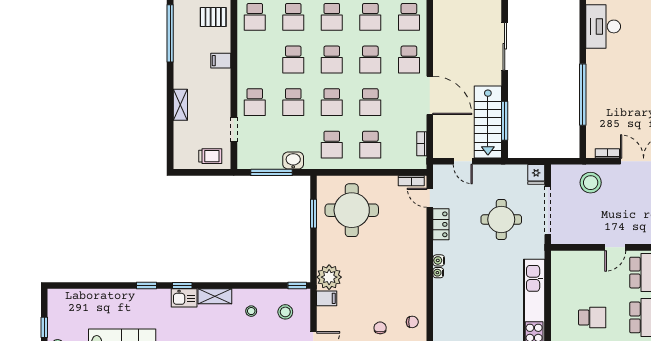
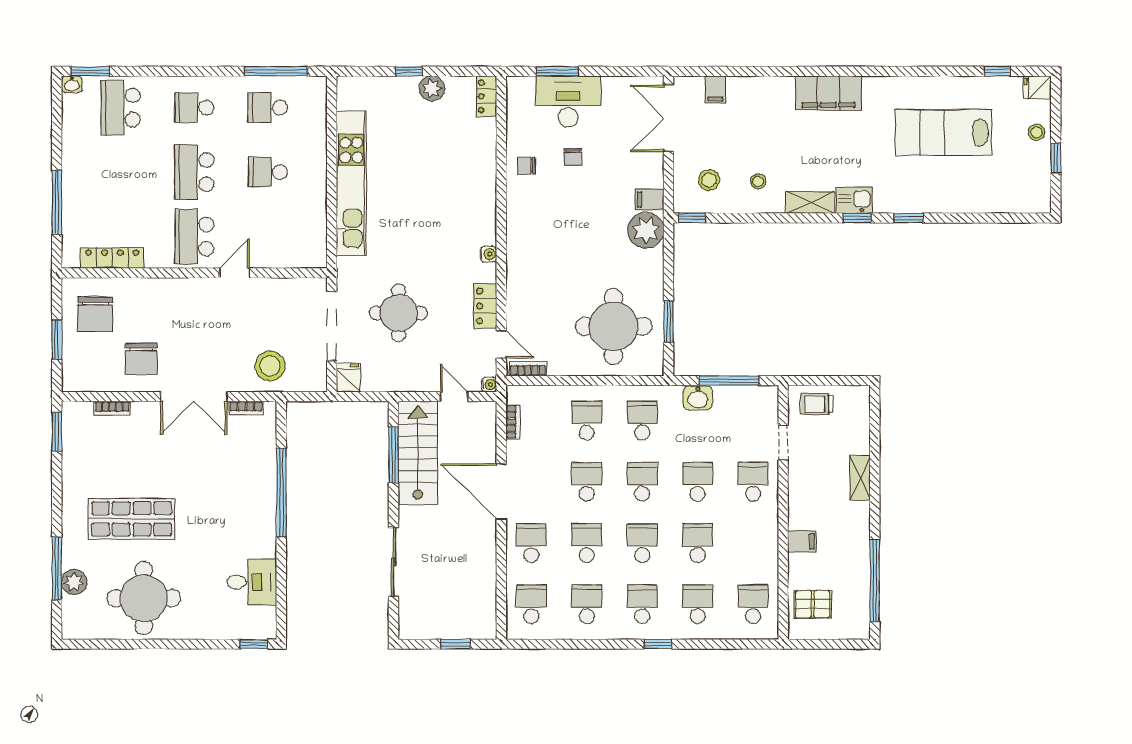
desk: (603, 26) -> (252, 582), width x0.73
water cooler: (438, 273) -> (489, 385), moved

